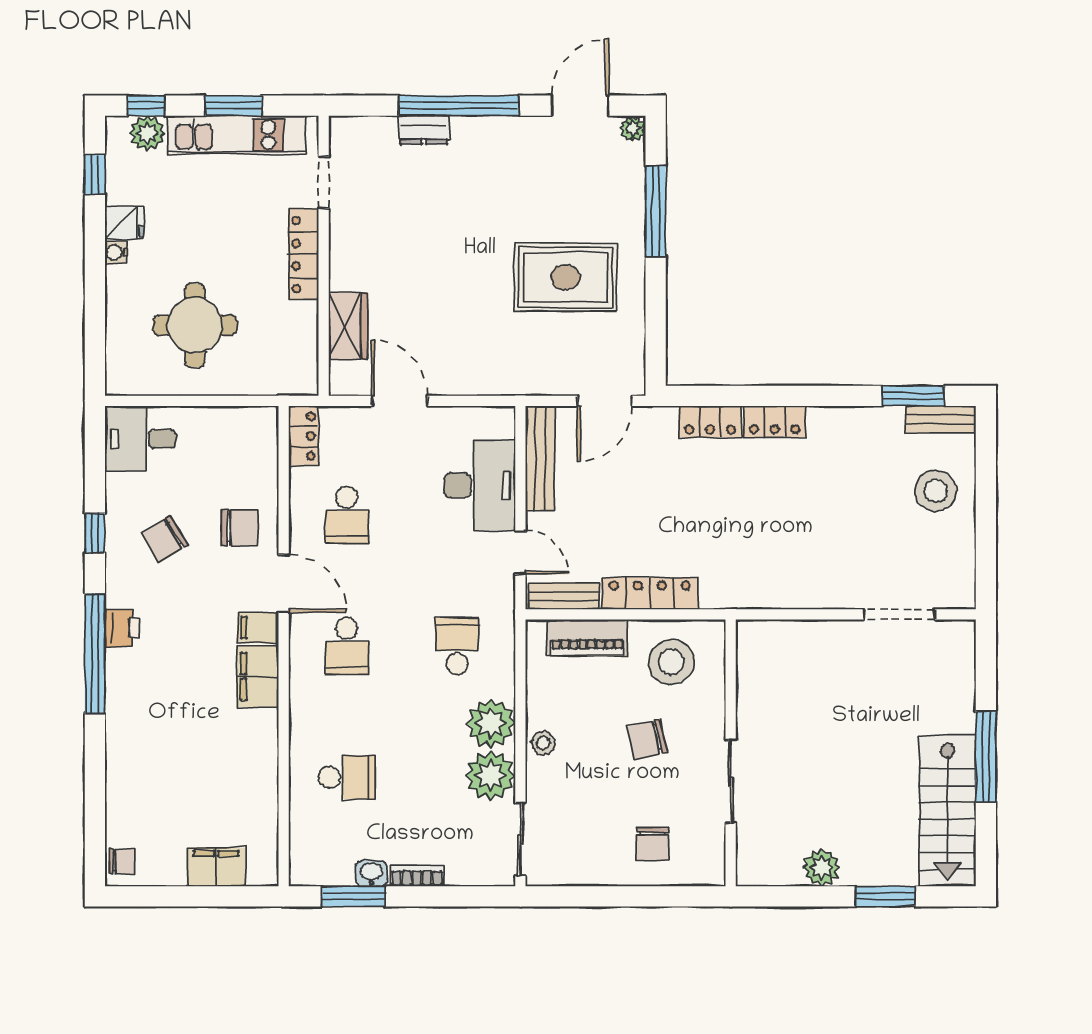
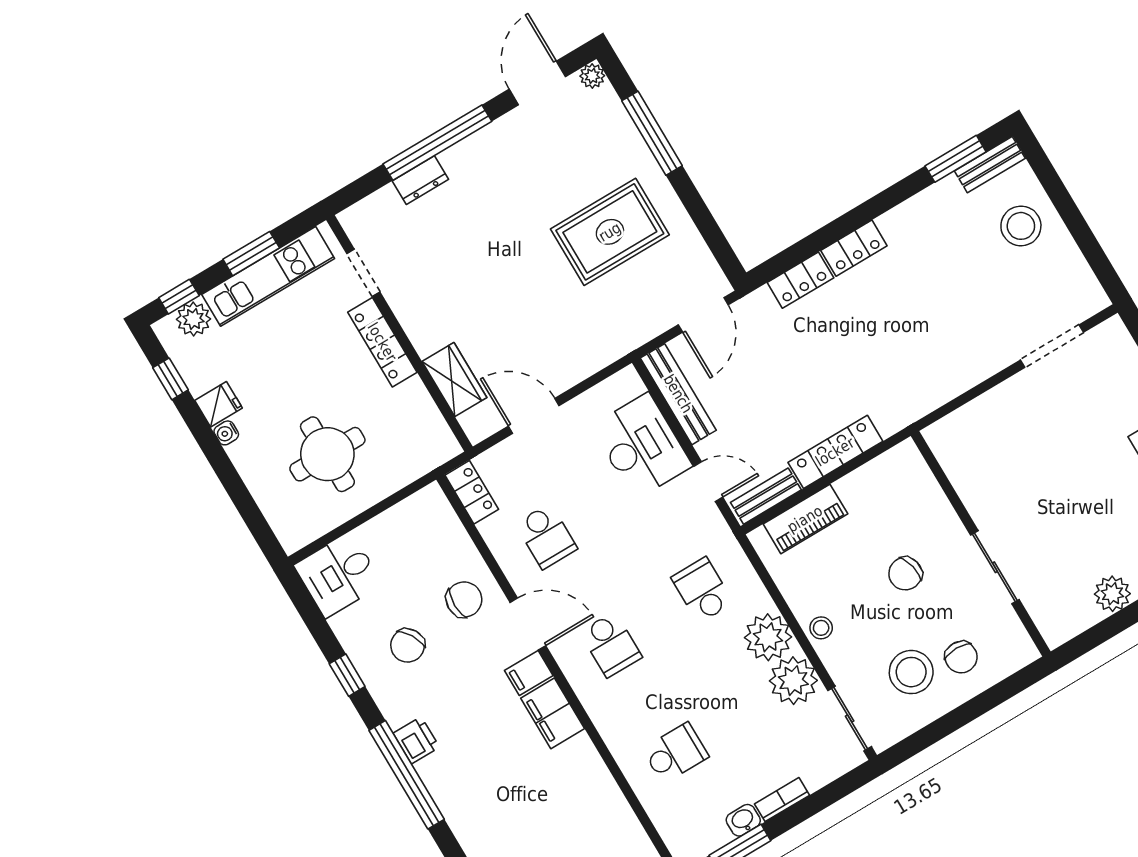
stool: (671, 662) -> (911, 672), moved

